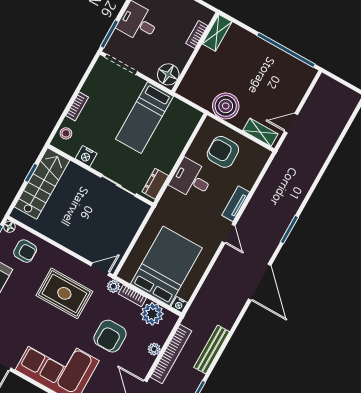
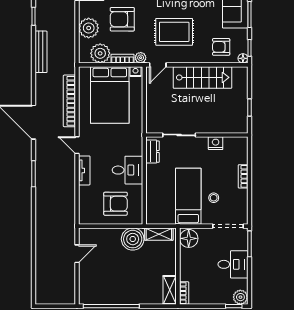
bookcase: (197, 35) -> (184, 293), moved
shelving: (260, 132) -> (159, 234), moved
stool: (66, 133) -> (214, 198), moved
stairs: (42, 184) -> (202, 77), moved, turned -90
nightstand: (179, 305) -> (135, 72), moved
armchair: (110, 336) -> (122, 19), turned -90
plant: (154, 349) -> (89, 28), width x1.88, depth x1.88
bookcase: (171, 354) -> (69, 101), moved

